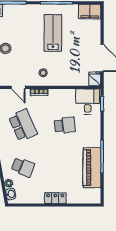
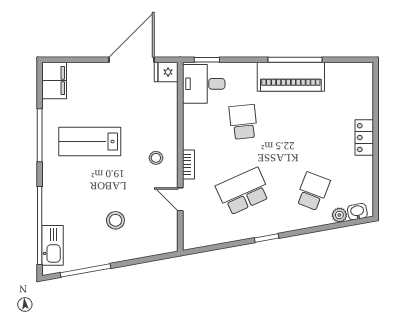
door: (18, 87) -> (180, 199), swing flipped
piano: (92, 168) -> (291, 77), moved

